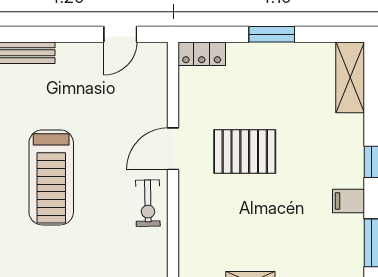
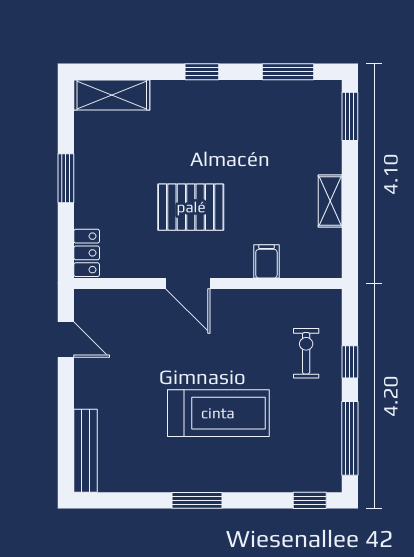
pallet: (245, 151) -> (191, 207), turned 90
filing cabinet: (348, 201) -> (266, 261), moved, turned 180
exercise bike: (148, 203) -> (306, 353), moved, turned -89

